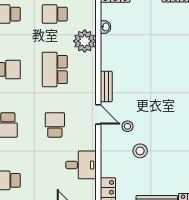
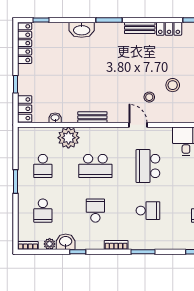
bench: (106, 86) -> (92, 117), moved
door: (98, 114) -> (138, 125), hinge flipped
school desk: (55, 125) -> (148, 166), width x1.85

